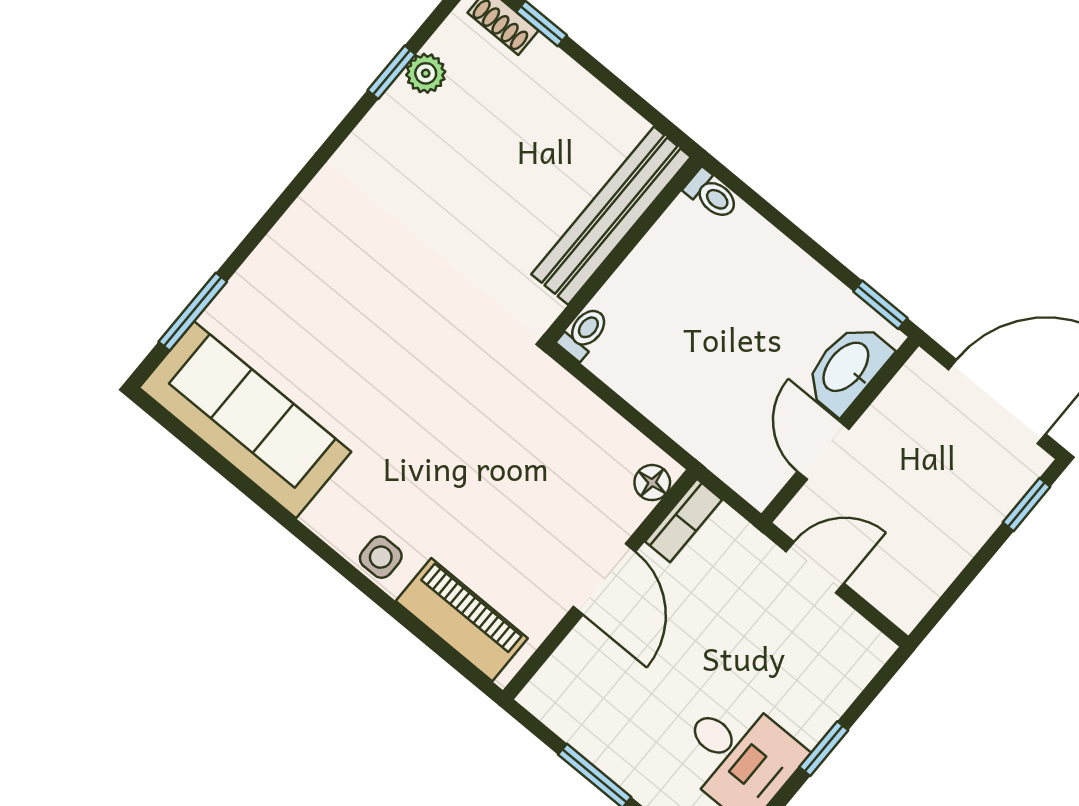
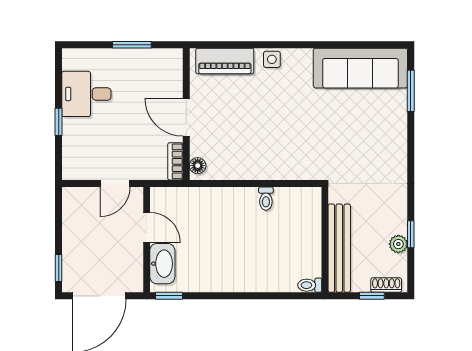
toilet: (712, 195) -> (310, 285), moved
bench: (611, 216) -> (339, 248), moved
wall: (623, 250) -> (325, 240), moved

